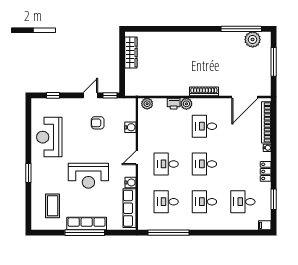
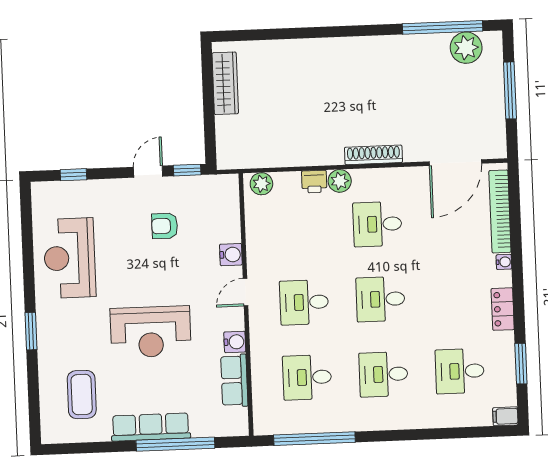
water cooler: (130, 127) -> (231, 255), moved
row of seats: (129, 208) -> (234, 381), width x0.68
window: (85, 233) -> (175, 444), moved

